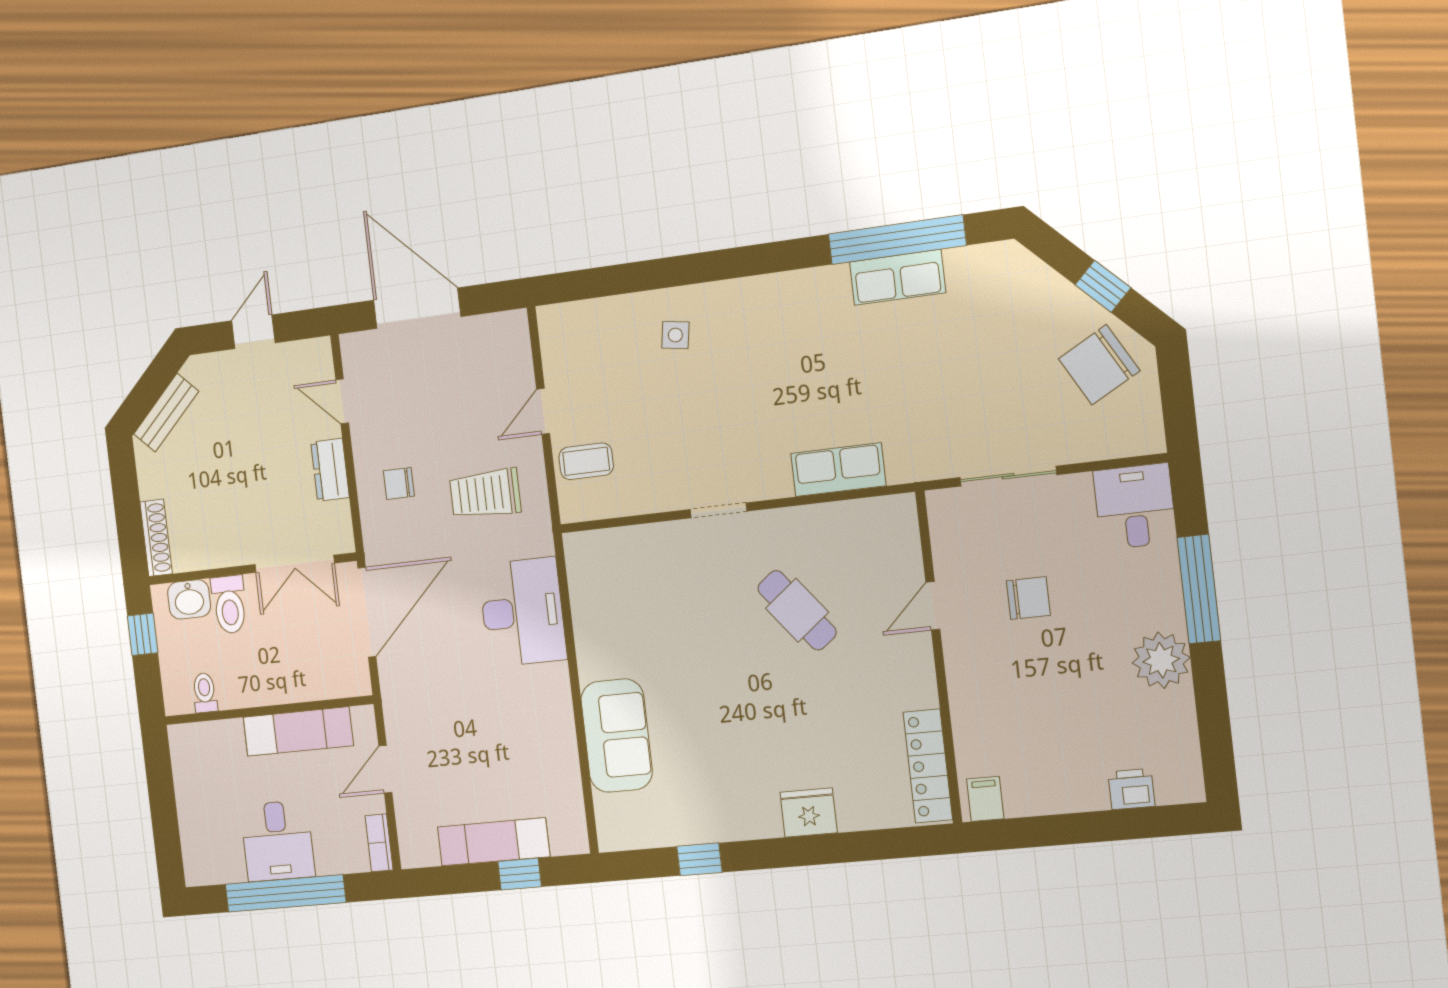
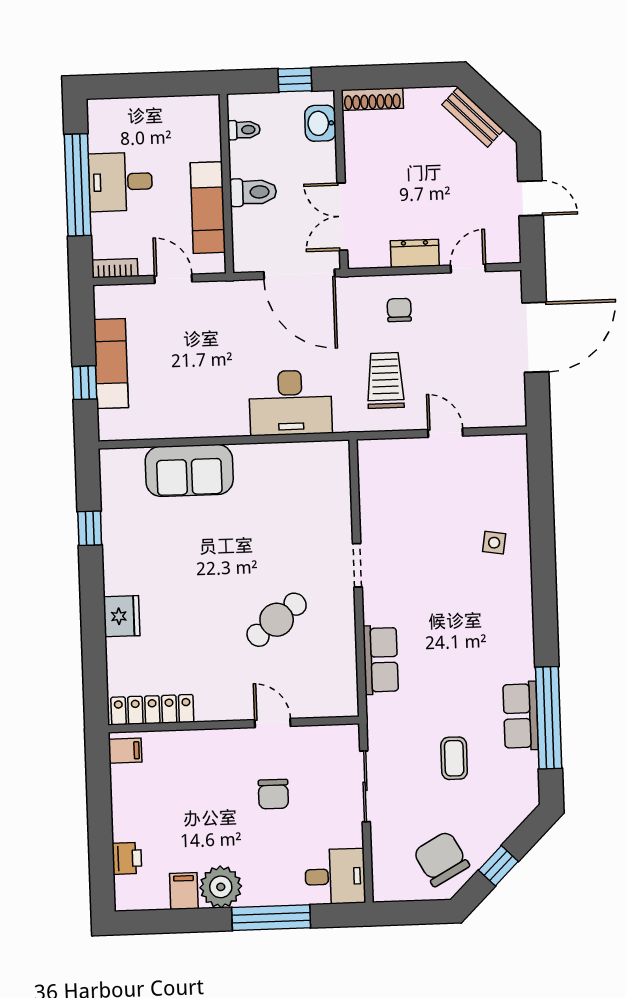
coffee table: (586, 461) -> (454, 758), moved
toilet: (229, 605) -> (253, 192), moved, turned 180
filing cabinet: (1171, 710) -> (184, 891), added

